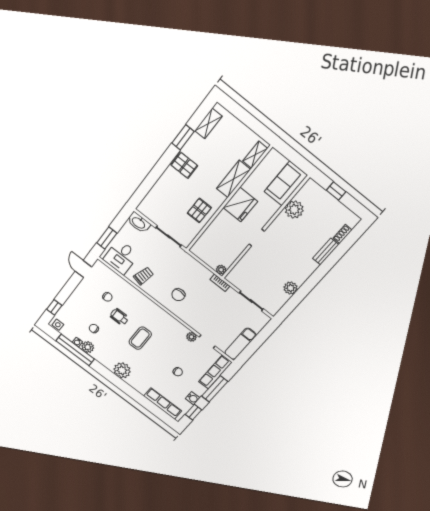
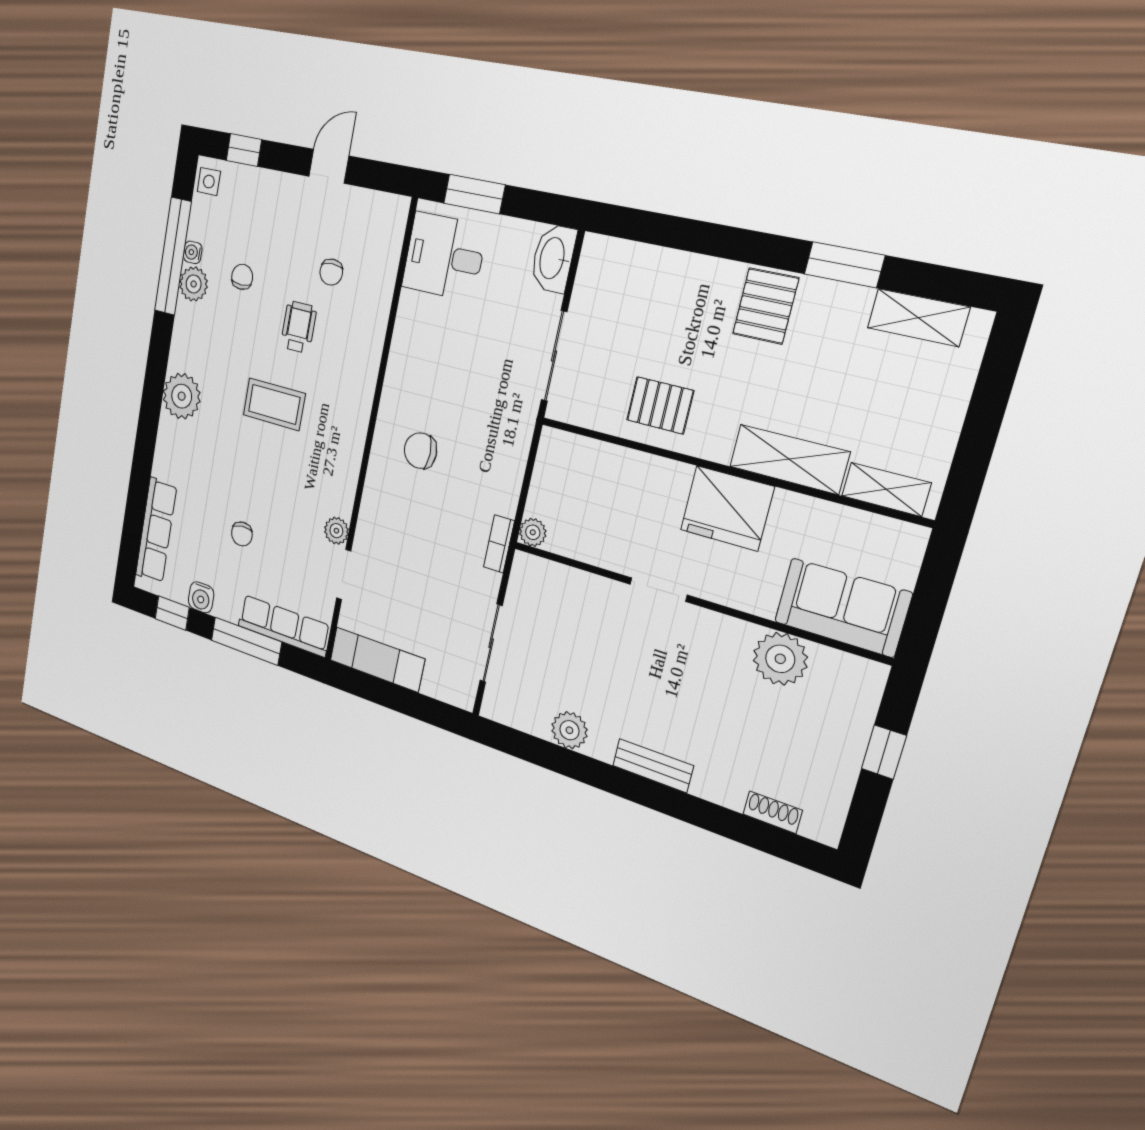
bench: (326, 252) -> (653, 766), moved
door: (83, 269) -> (329, 166), moved
trolley: (144, 276) -> (425, 339), removed

